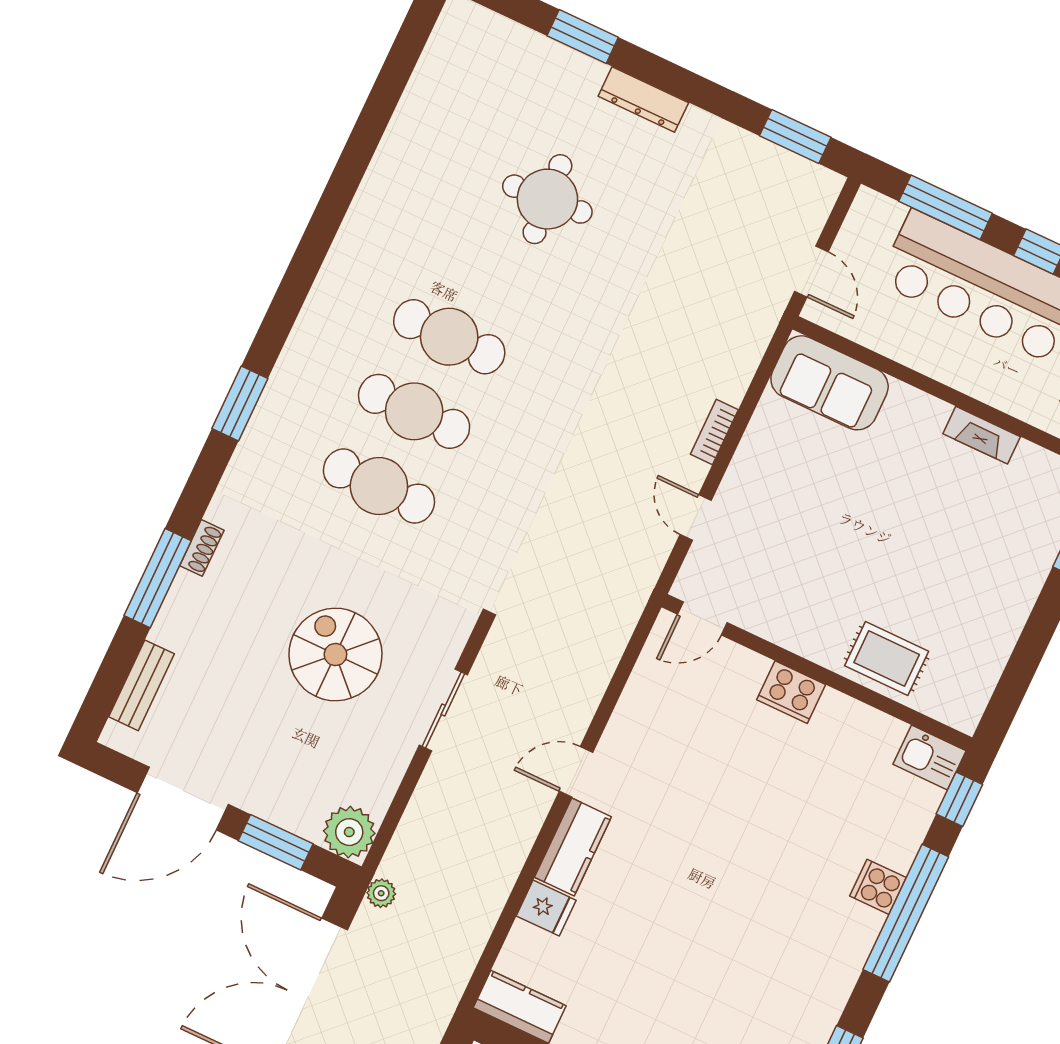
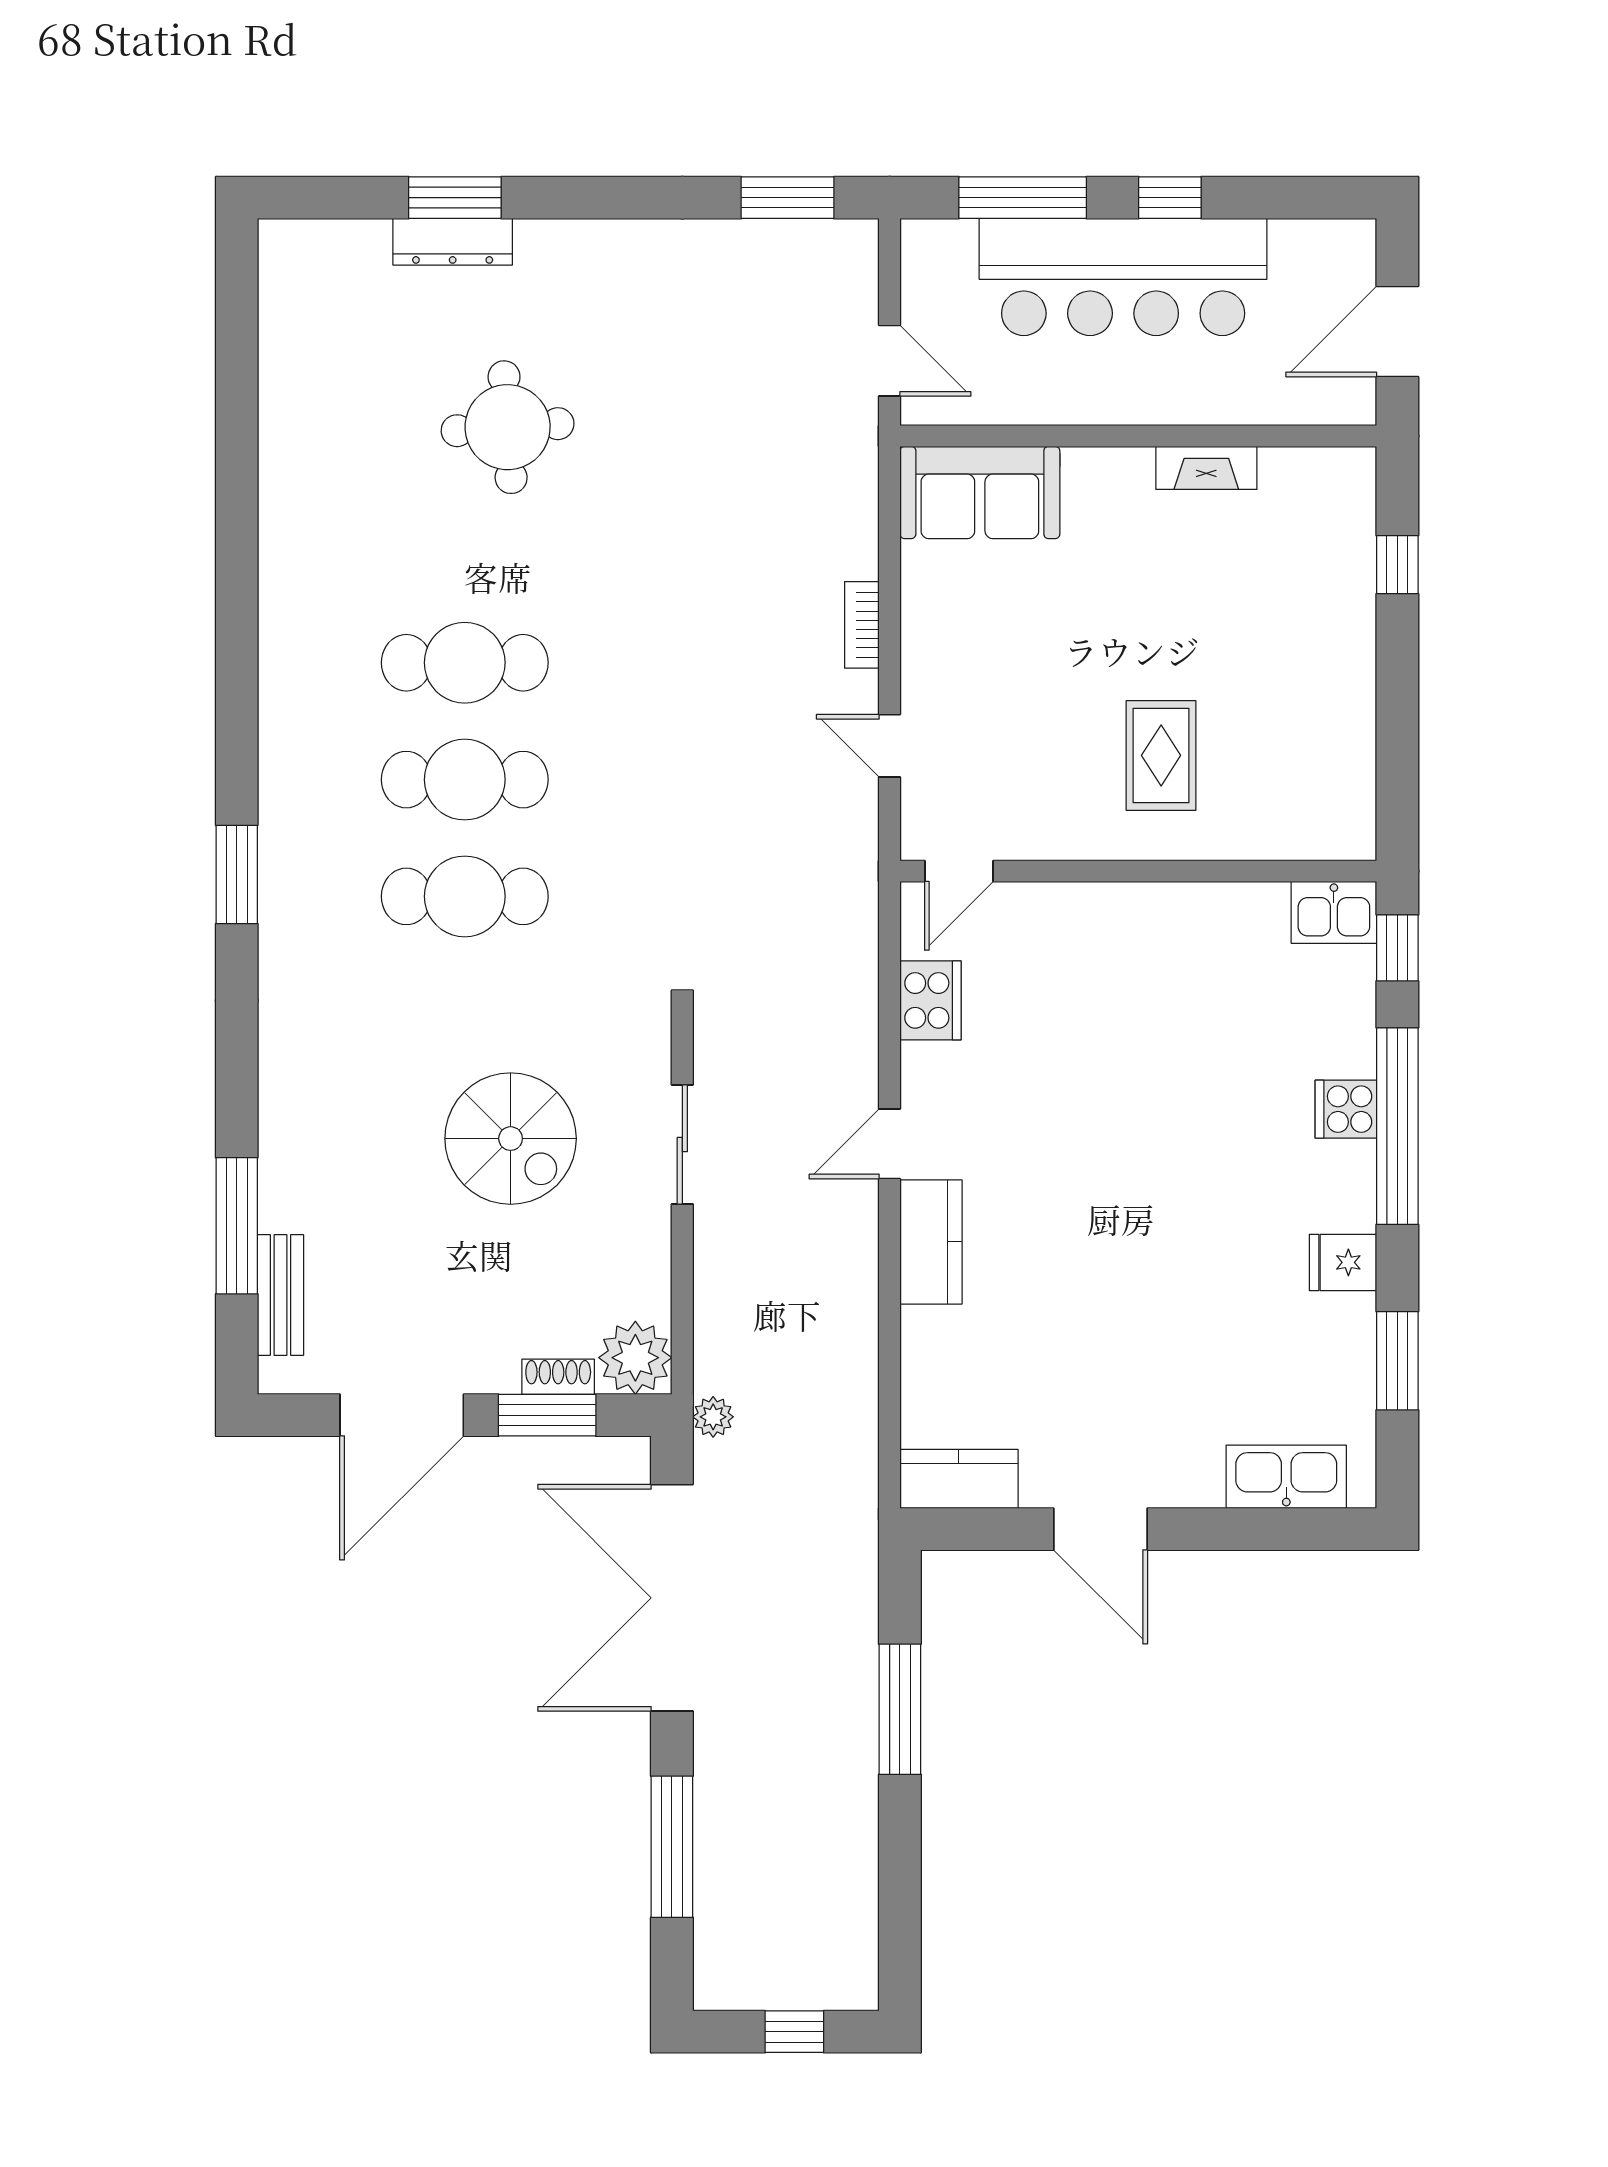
dresser: (643, 99) -> (453, 242), moved
shoe rack: (202, 548) -> (558, 1377), moved, turned -90
window: (158, 578) -> (237, 1226), moved
spiral stairs: (335, 655) -> (511, 1139), turned 180
rug: (887, 658) -> (1161, 755), moved, turned 90
cooker: (791, 692) -> (930, 1000), moved, turned -90
fridge: (546, 908) -> (1343, 1262), moved, turned 180

